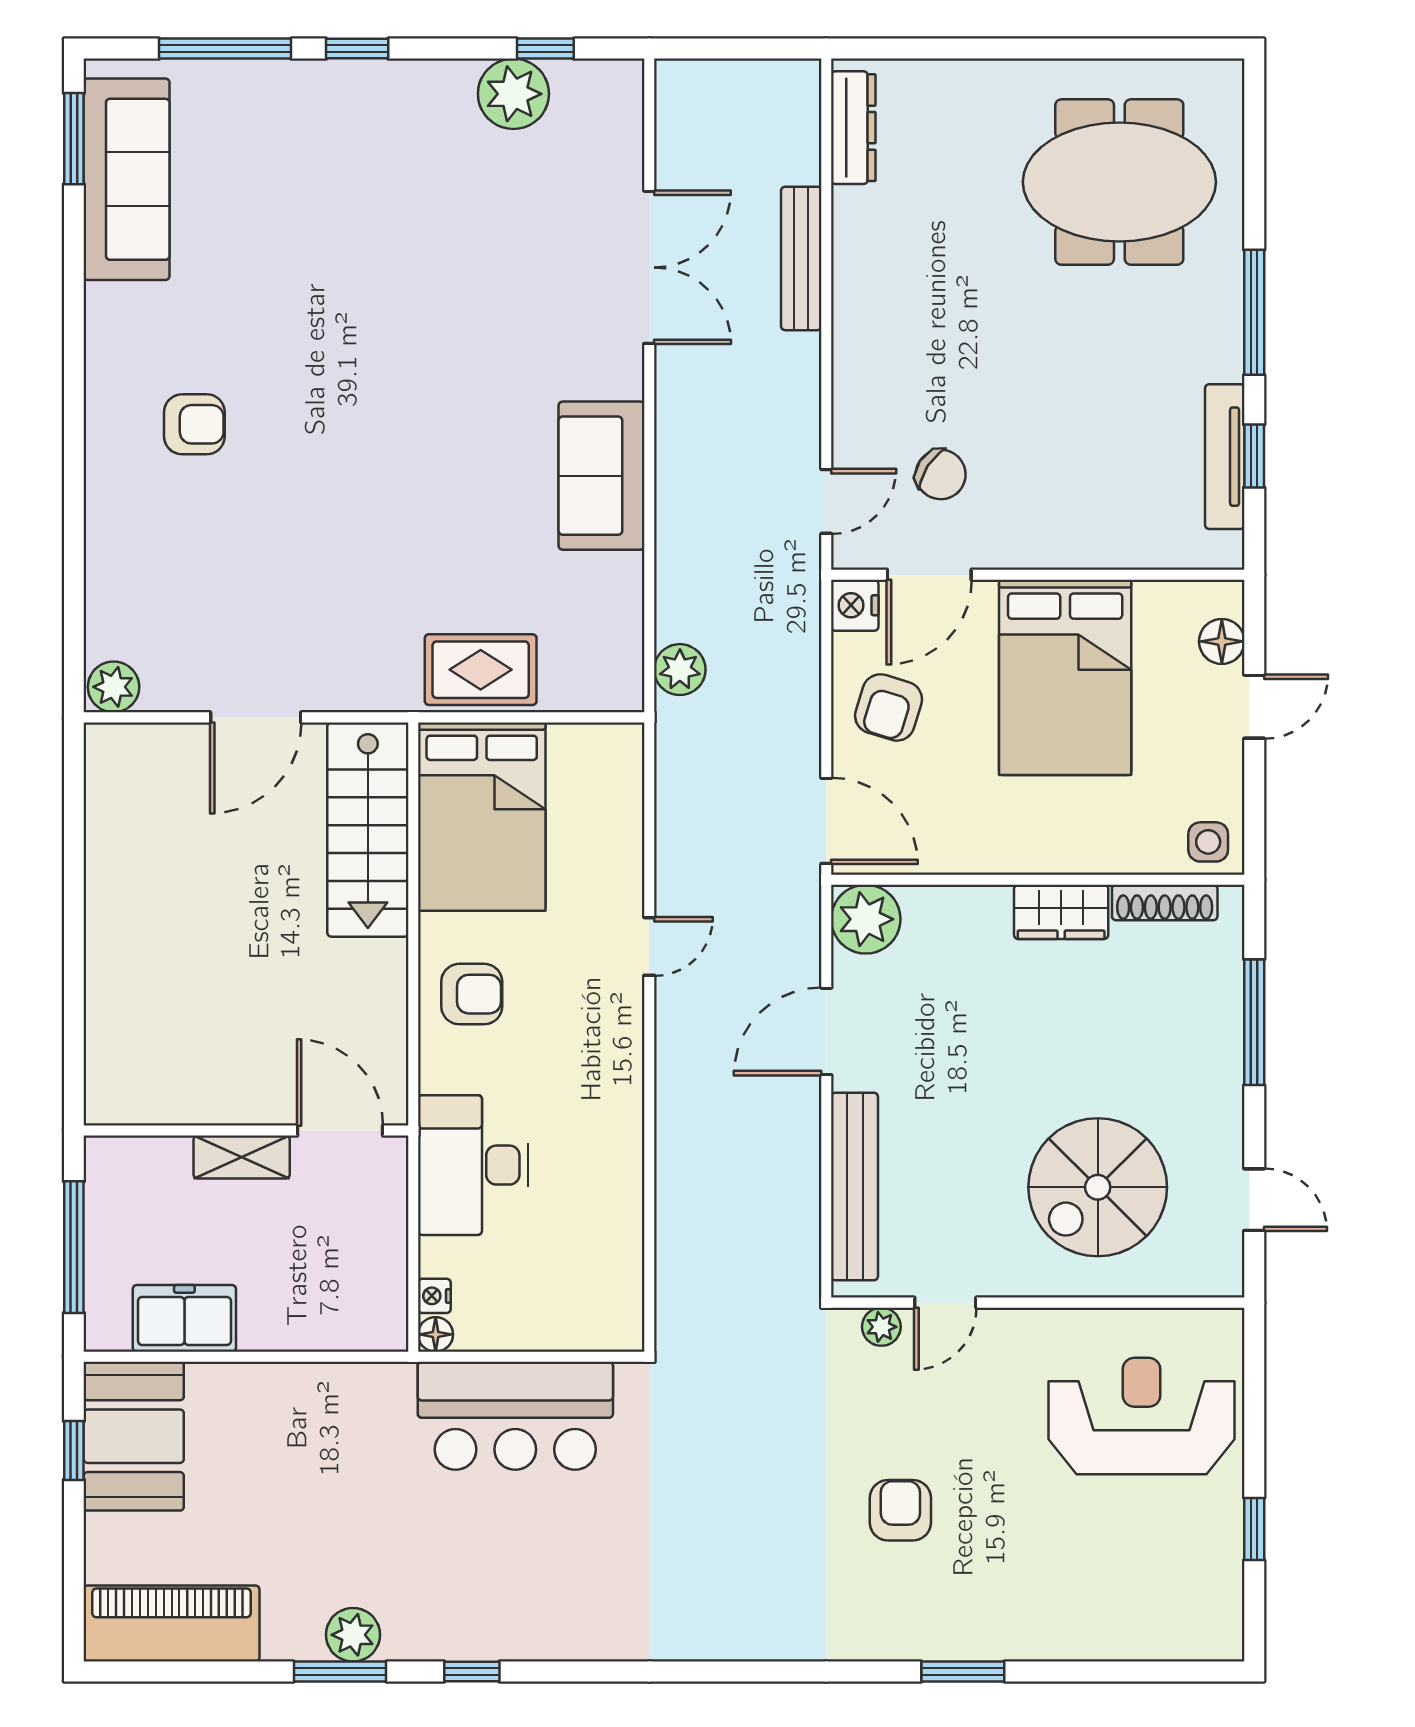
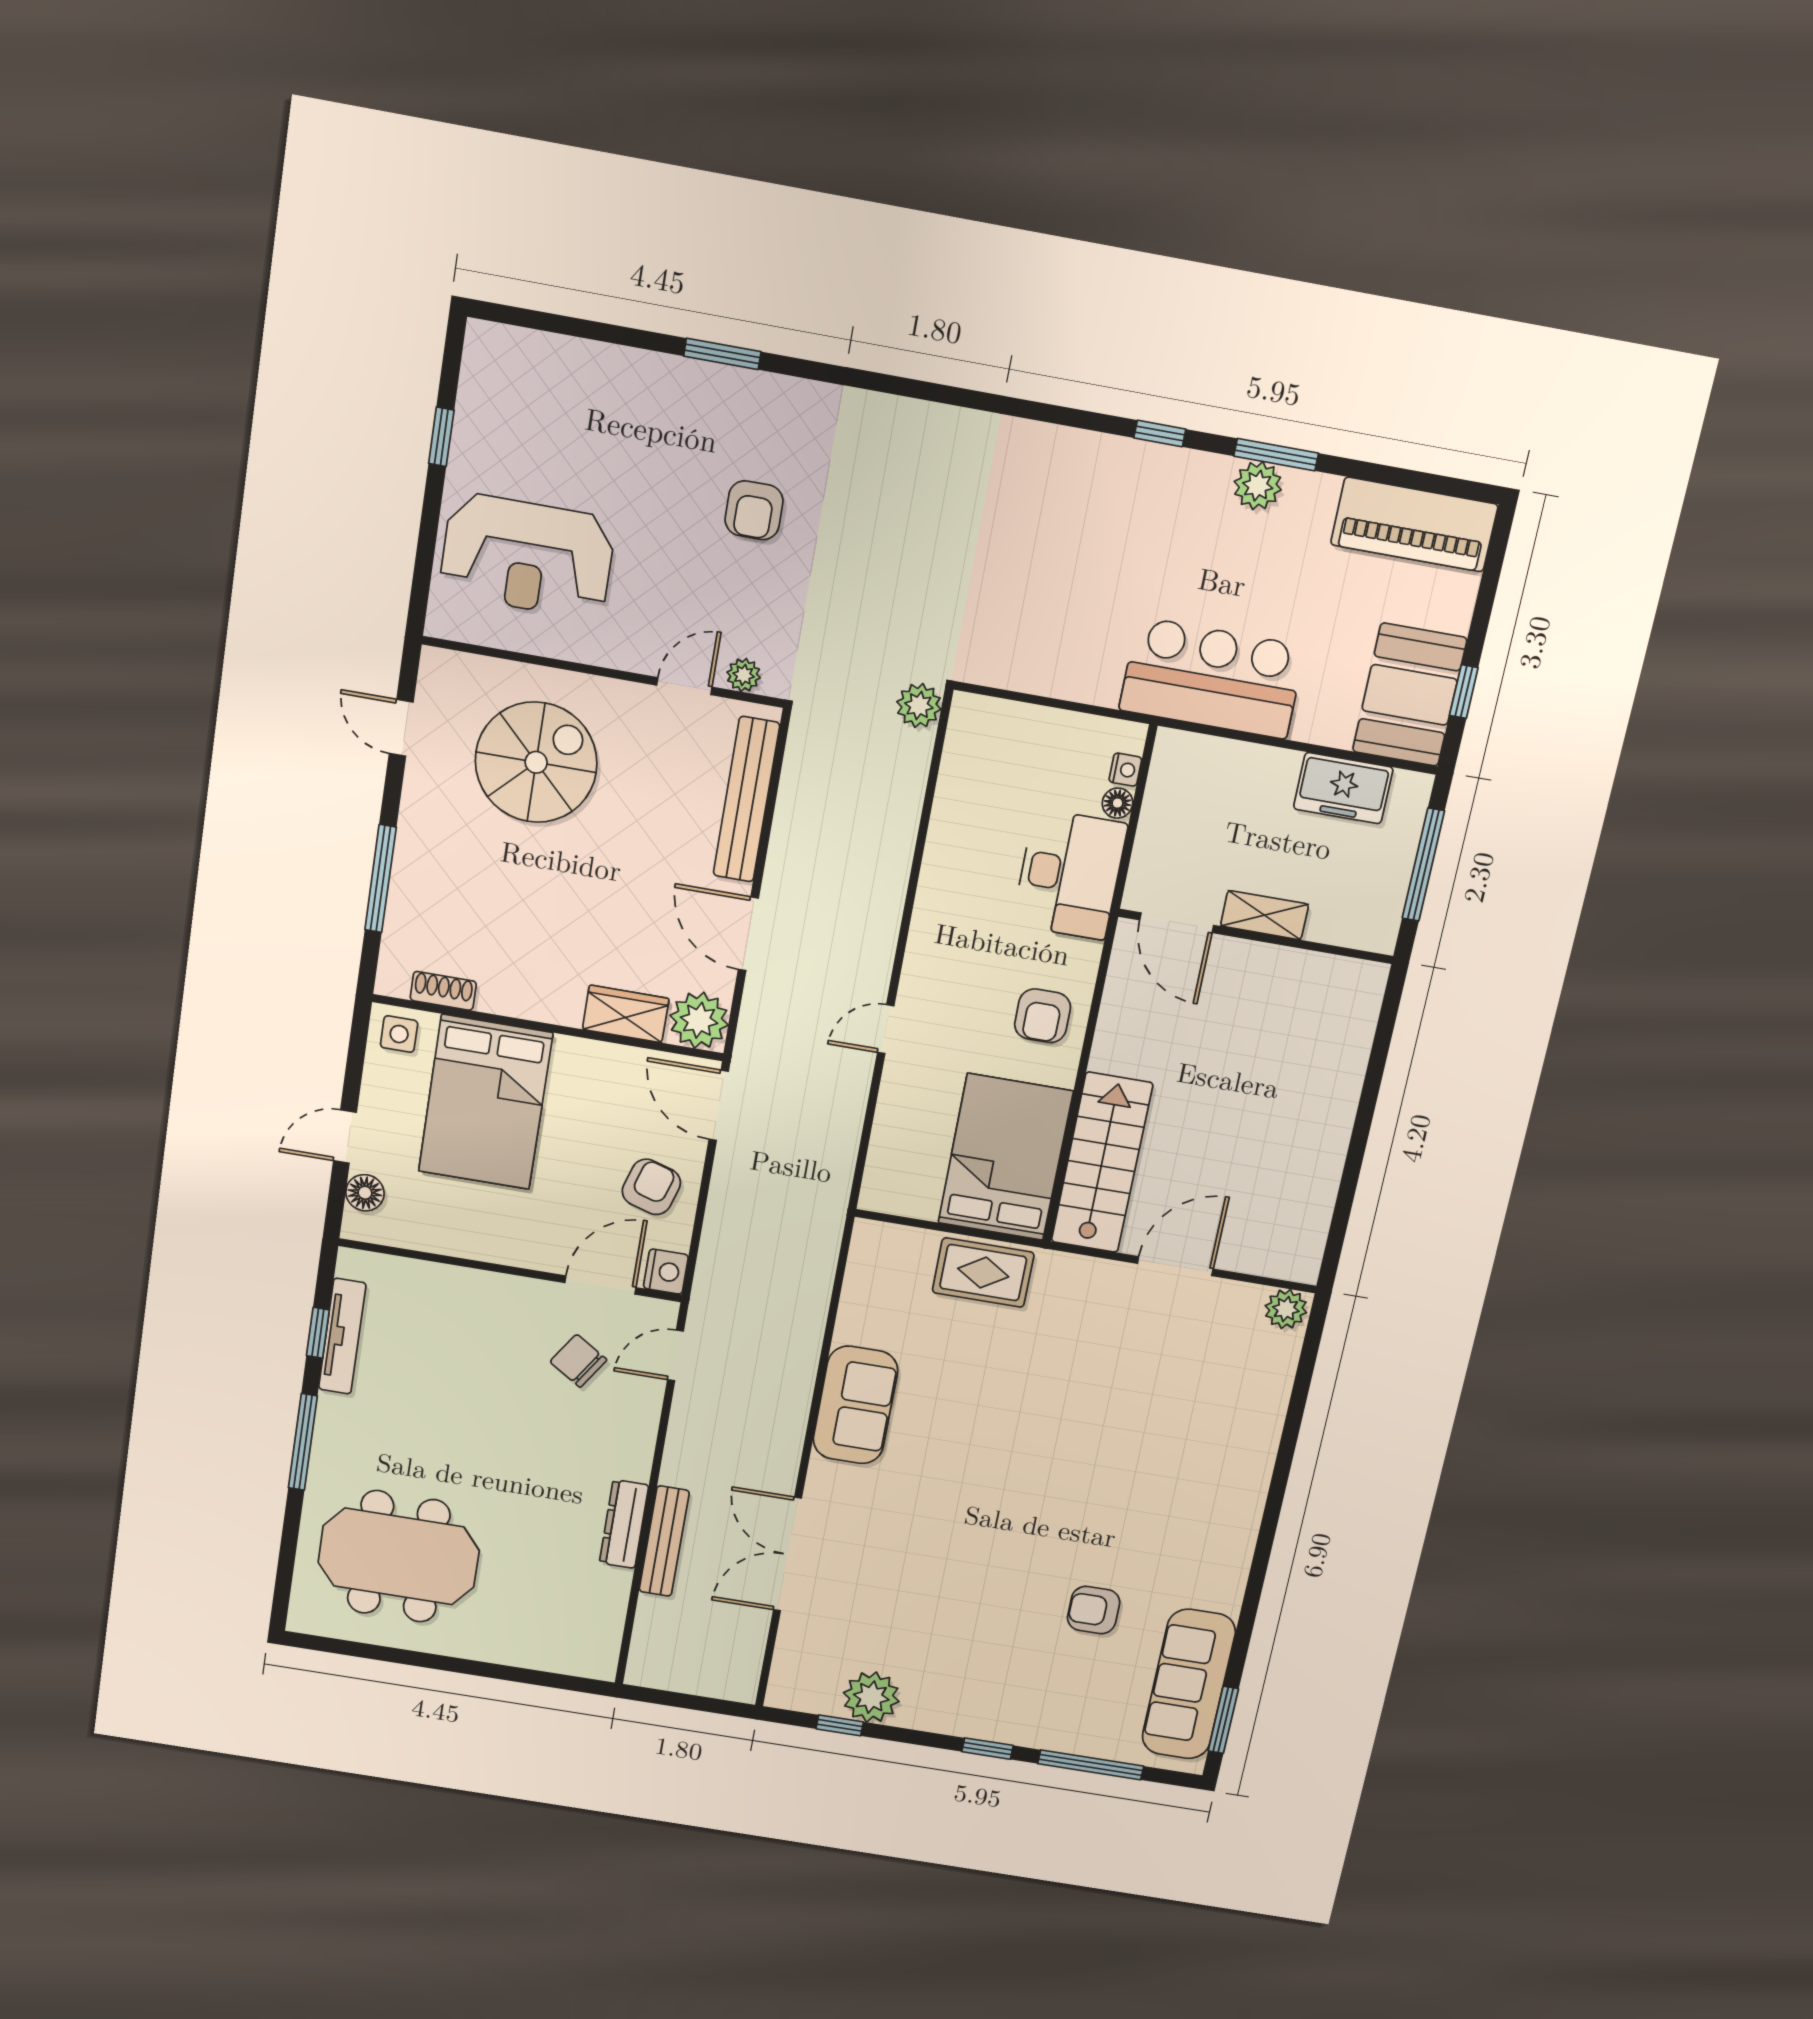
dresser: (853, 128) -> (624, 1524), moved
armchair: (194, 424) -> (1094, 1610), moved
plant: (680, 670) -> (919, 706), moved
bed: (1065, 677) -> (486, 1102), moved, turned 180
shoe rack: (1165, 903) -> (443, 991), width x0.70
wardrobe: (1061, 912) -> (626, 1014), moved
armchair: (472, 994) -> (1043, 1016), turned -90
door: (826, 1031) -> (748, 934), swing flipped
floor lamp: (436, 1334) -> (1117, 803), moved
bar counter: (515, 1416) -> (1212, 678), moved

